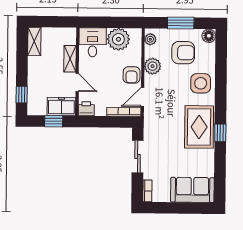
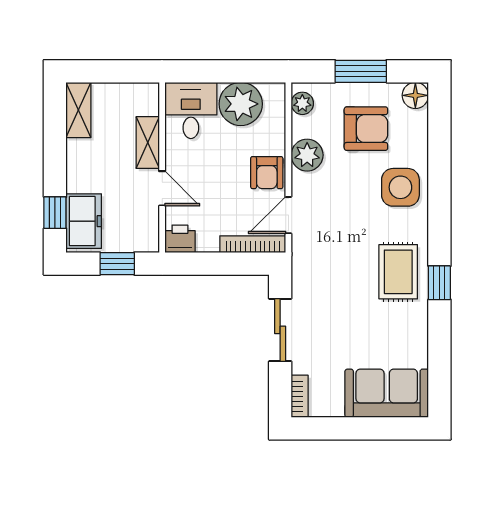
freezer: (61, 106) -> (84, 221), moved, turned 90
rug: (199, 127) -> (398, 272), width x0.73, depth x0.70

